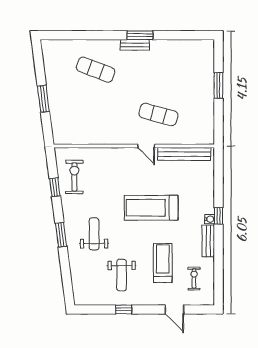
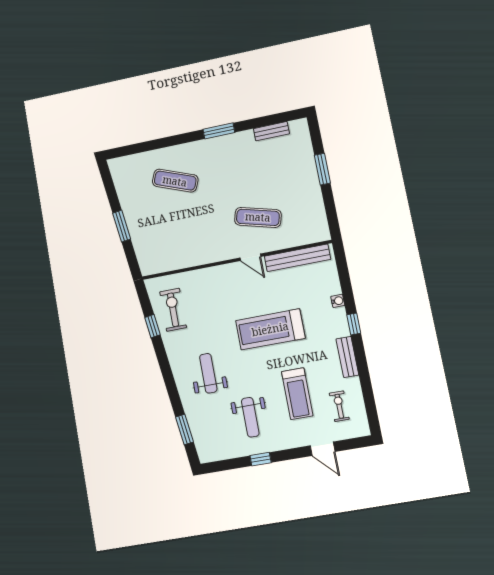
bench: (135, 45) -> (271, 131), moved
water cooler: (210, 219) -> (338, 301), moved
window: (61, 235) -> (184, 429), moved
treadmill: (163, 263) -> (297, 394), turned 180

